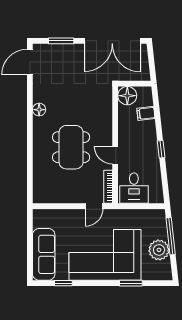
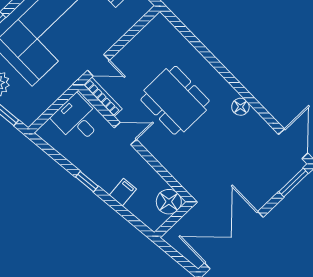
window: (61, 41) -> (294, 183), moved
filing cabinet: (146, 113) -> (123, 192), moved
door: (94, 206) -> (98, 65), swing flipped

